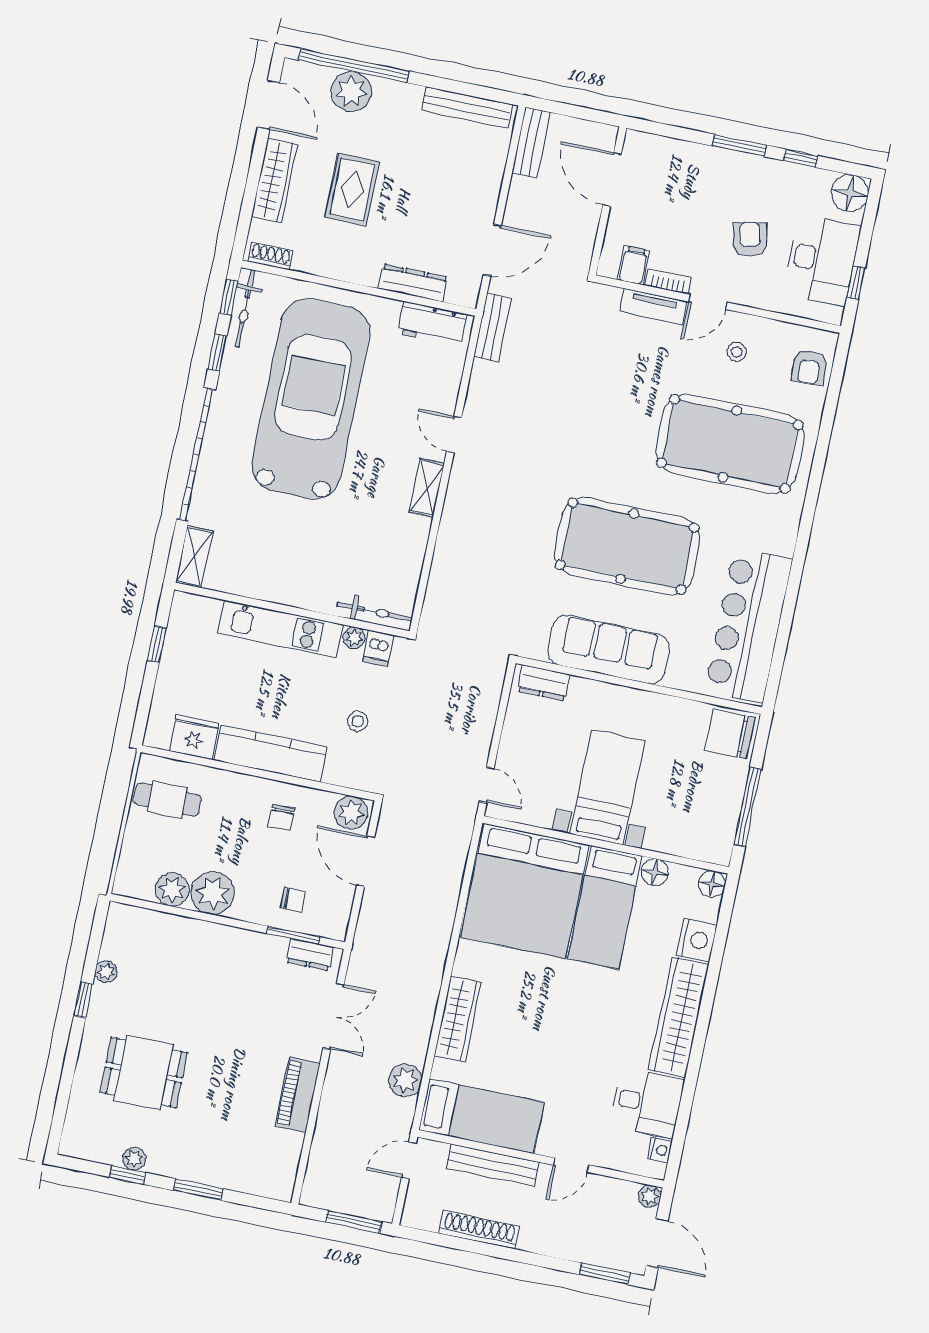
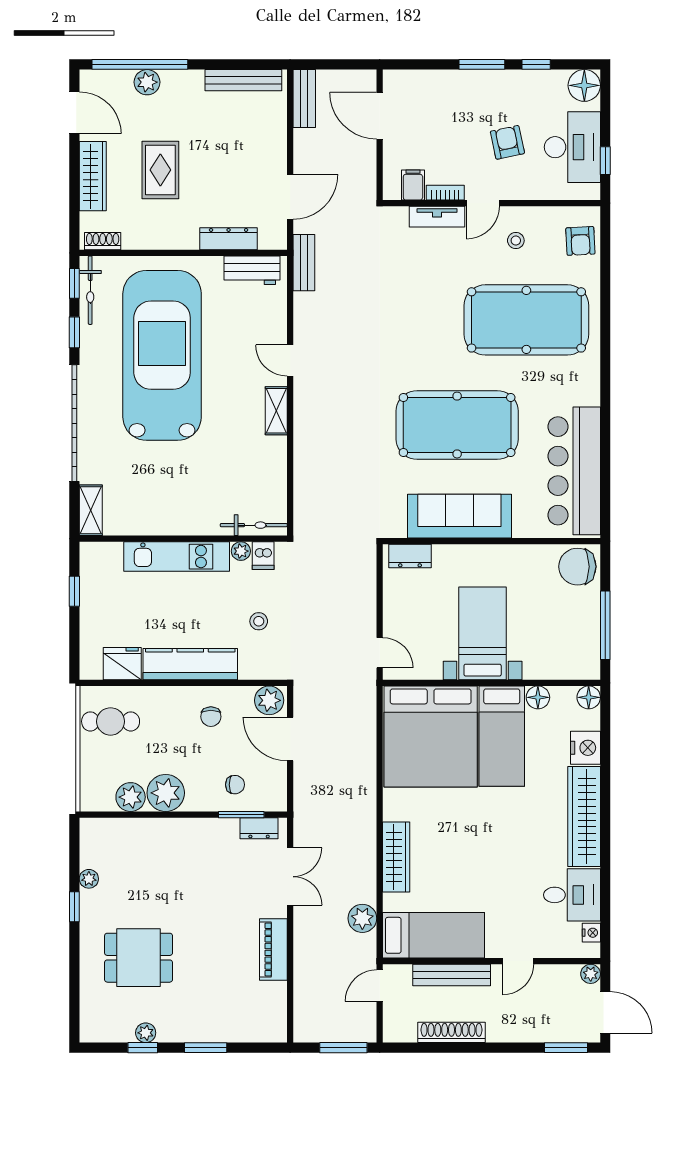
plant: (351, 91) -> (147, 82), width x0.73, depth x0.73

